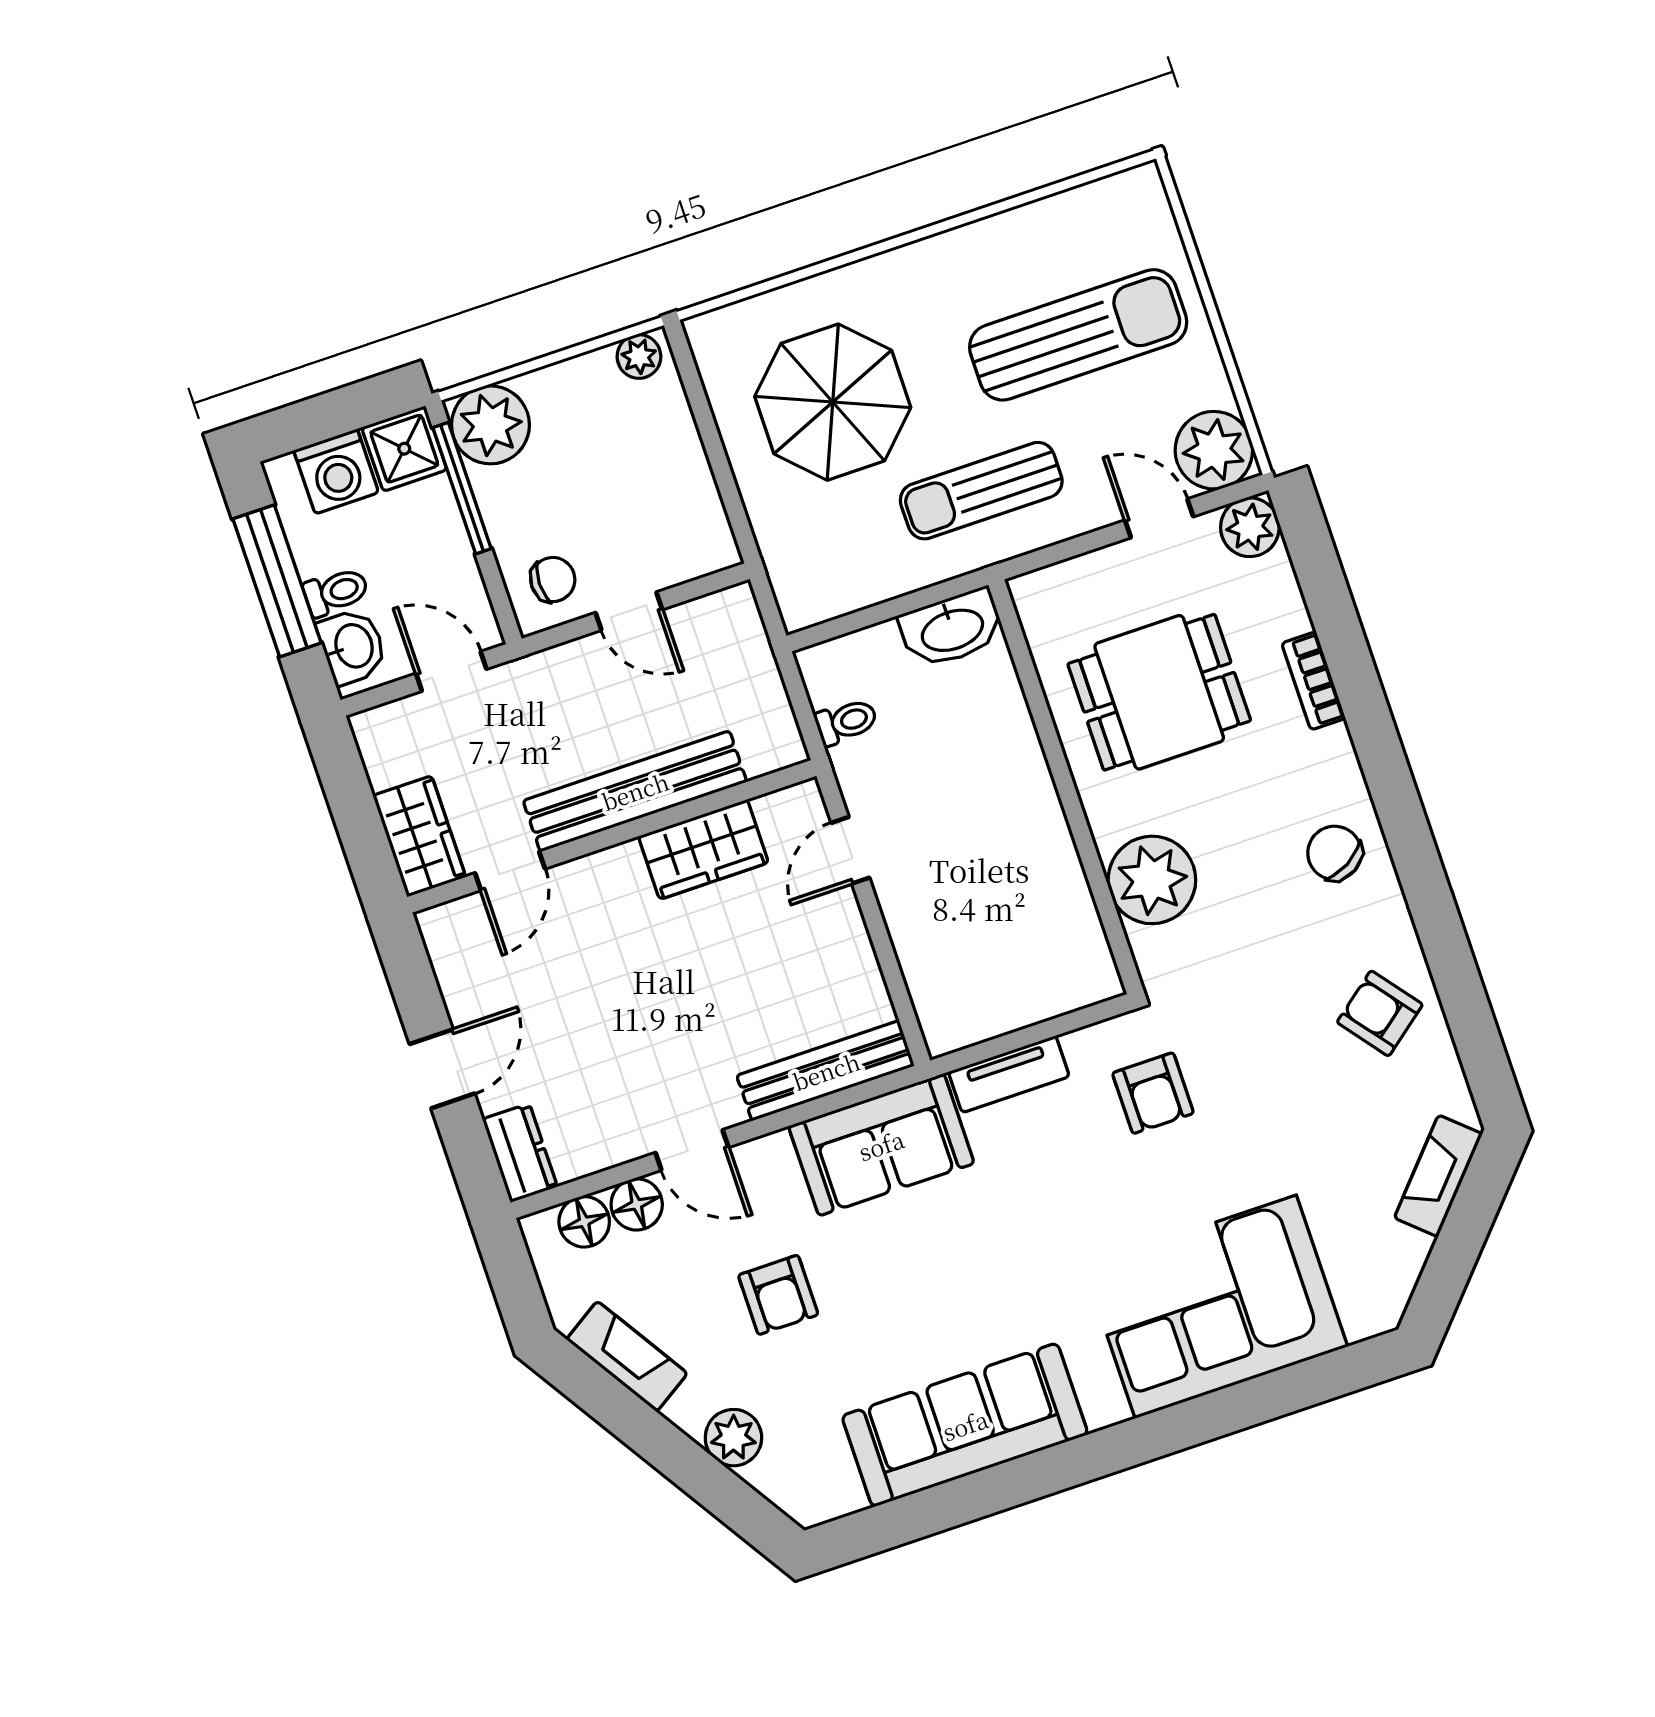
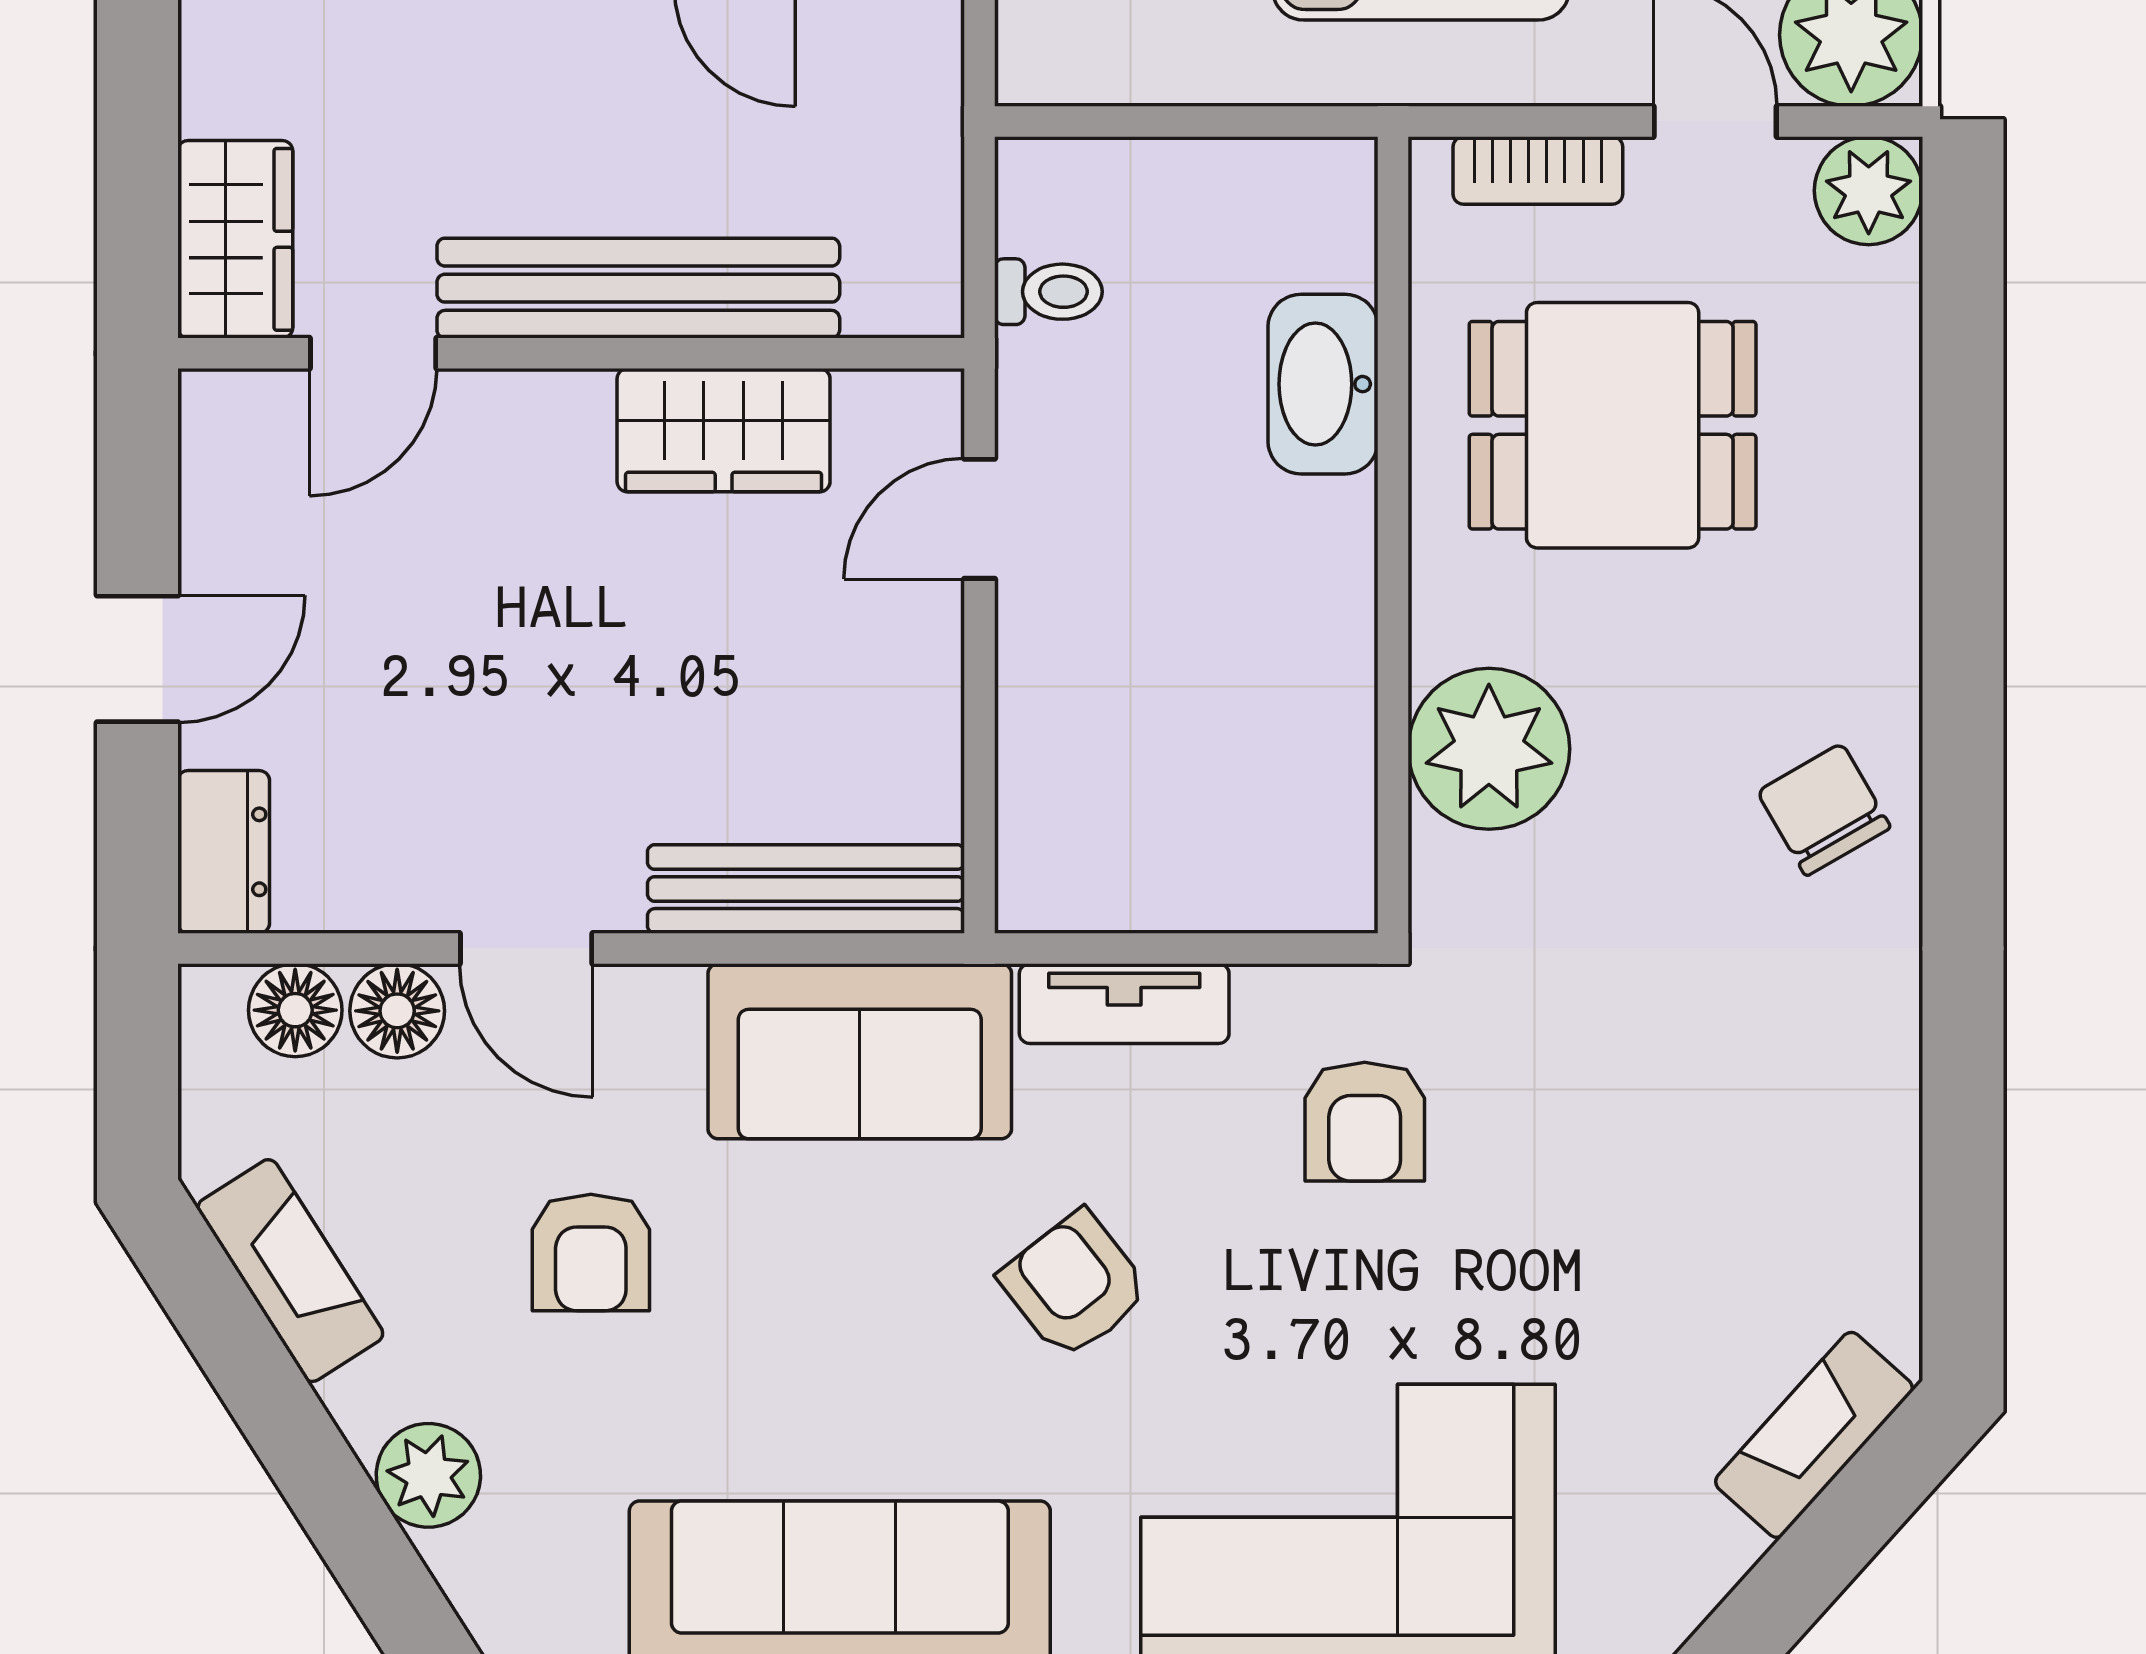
washbasin: (952, 629) -> (1323, 384), moved, turned 90
bookcase: (1313, 681) -> (1538, 170), moved, turned -90
armchair: (1380, 1013) -> (1074, 1285), moved

